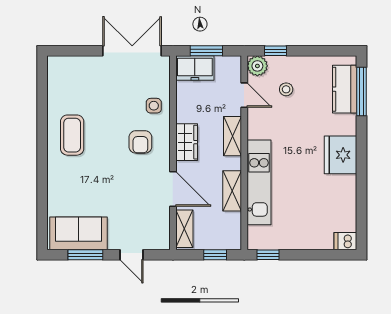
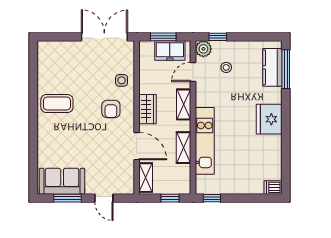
freezer: (195, 68) -> (170, 51), moved
door: (244, 95) -> (193, 72), swing flipped
coffee table: (72, 135) -> (57, 104), turned 90

